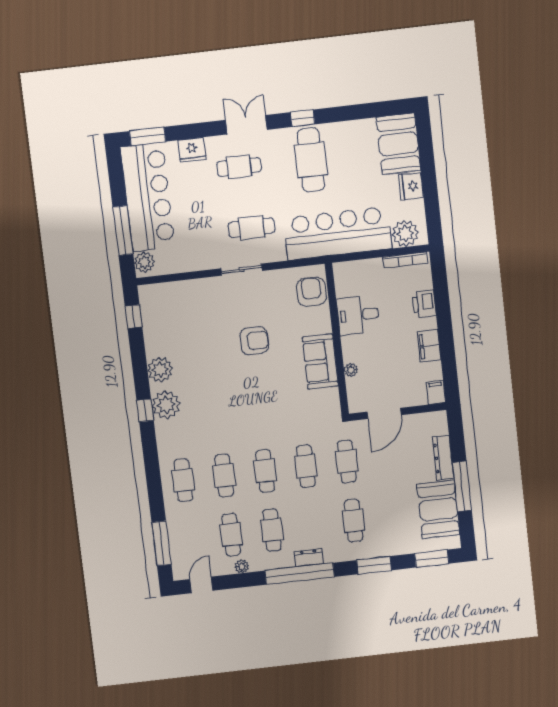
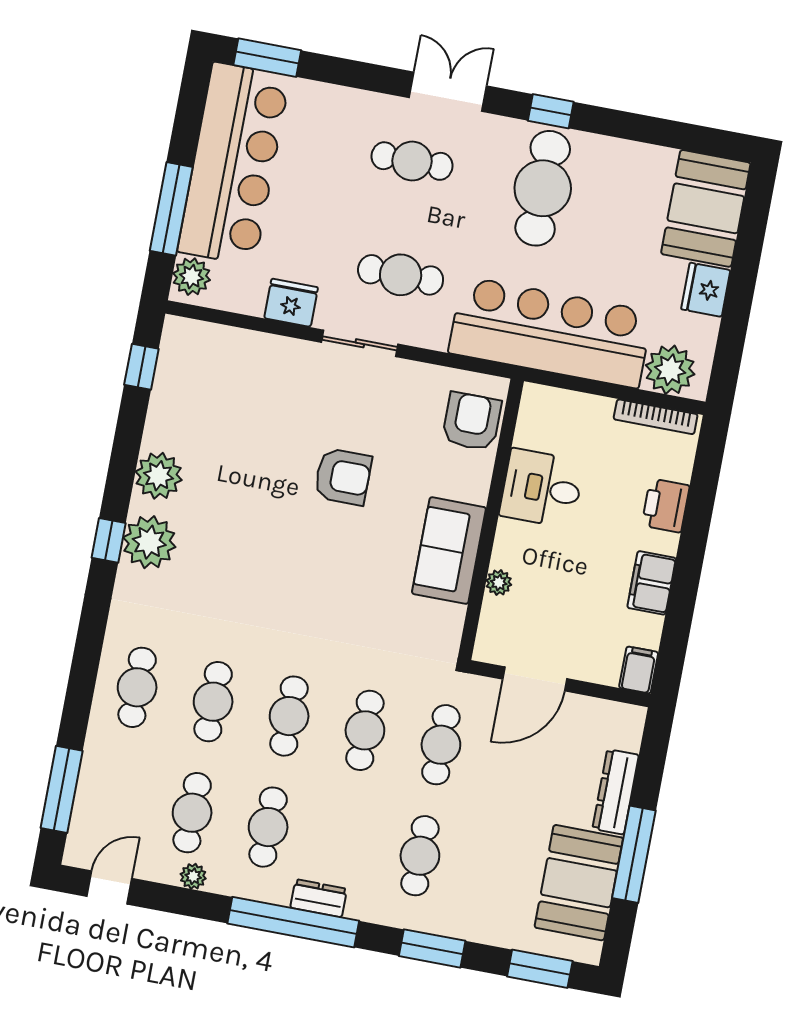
fridge: (192, 150) -> (291, 303), moved, turned 180

